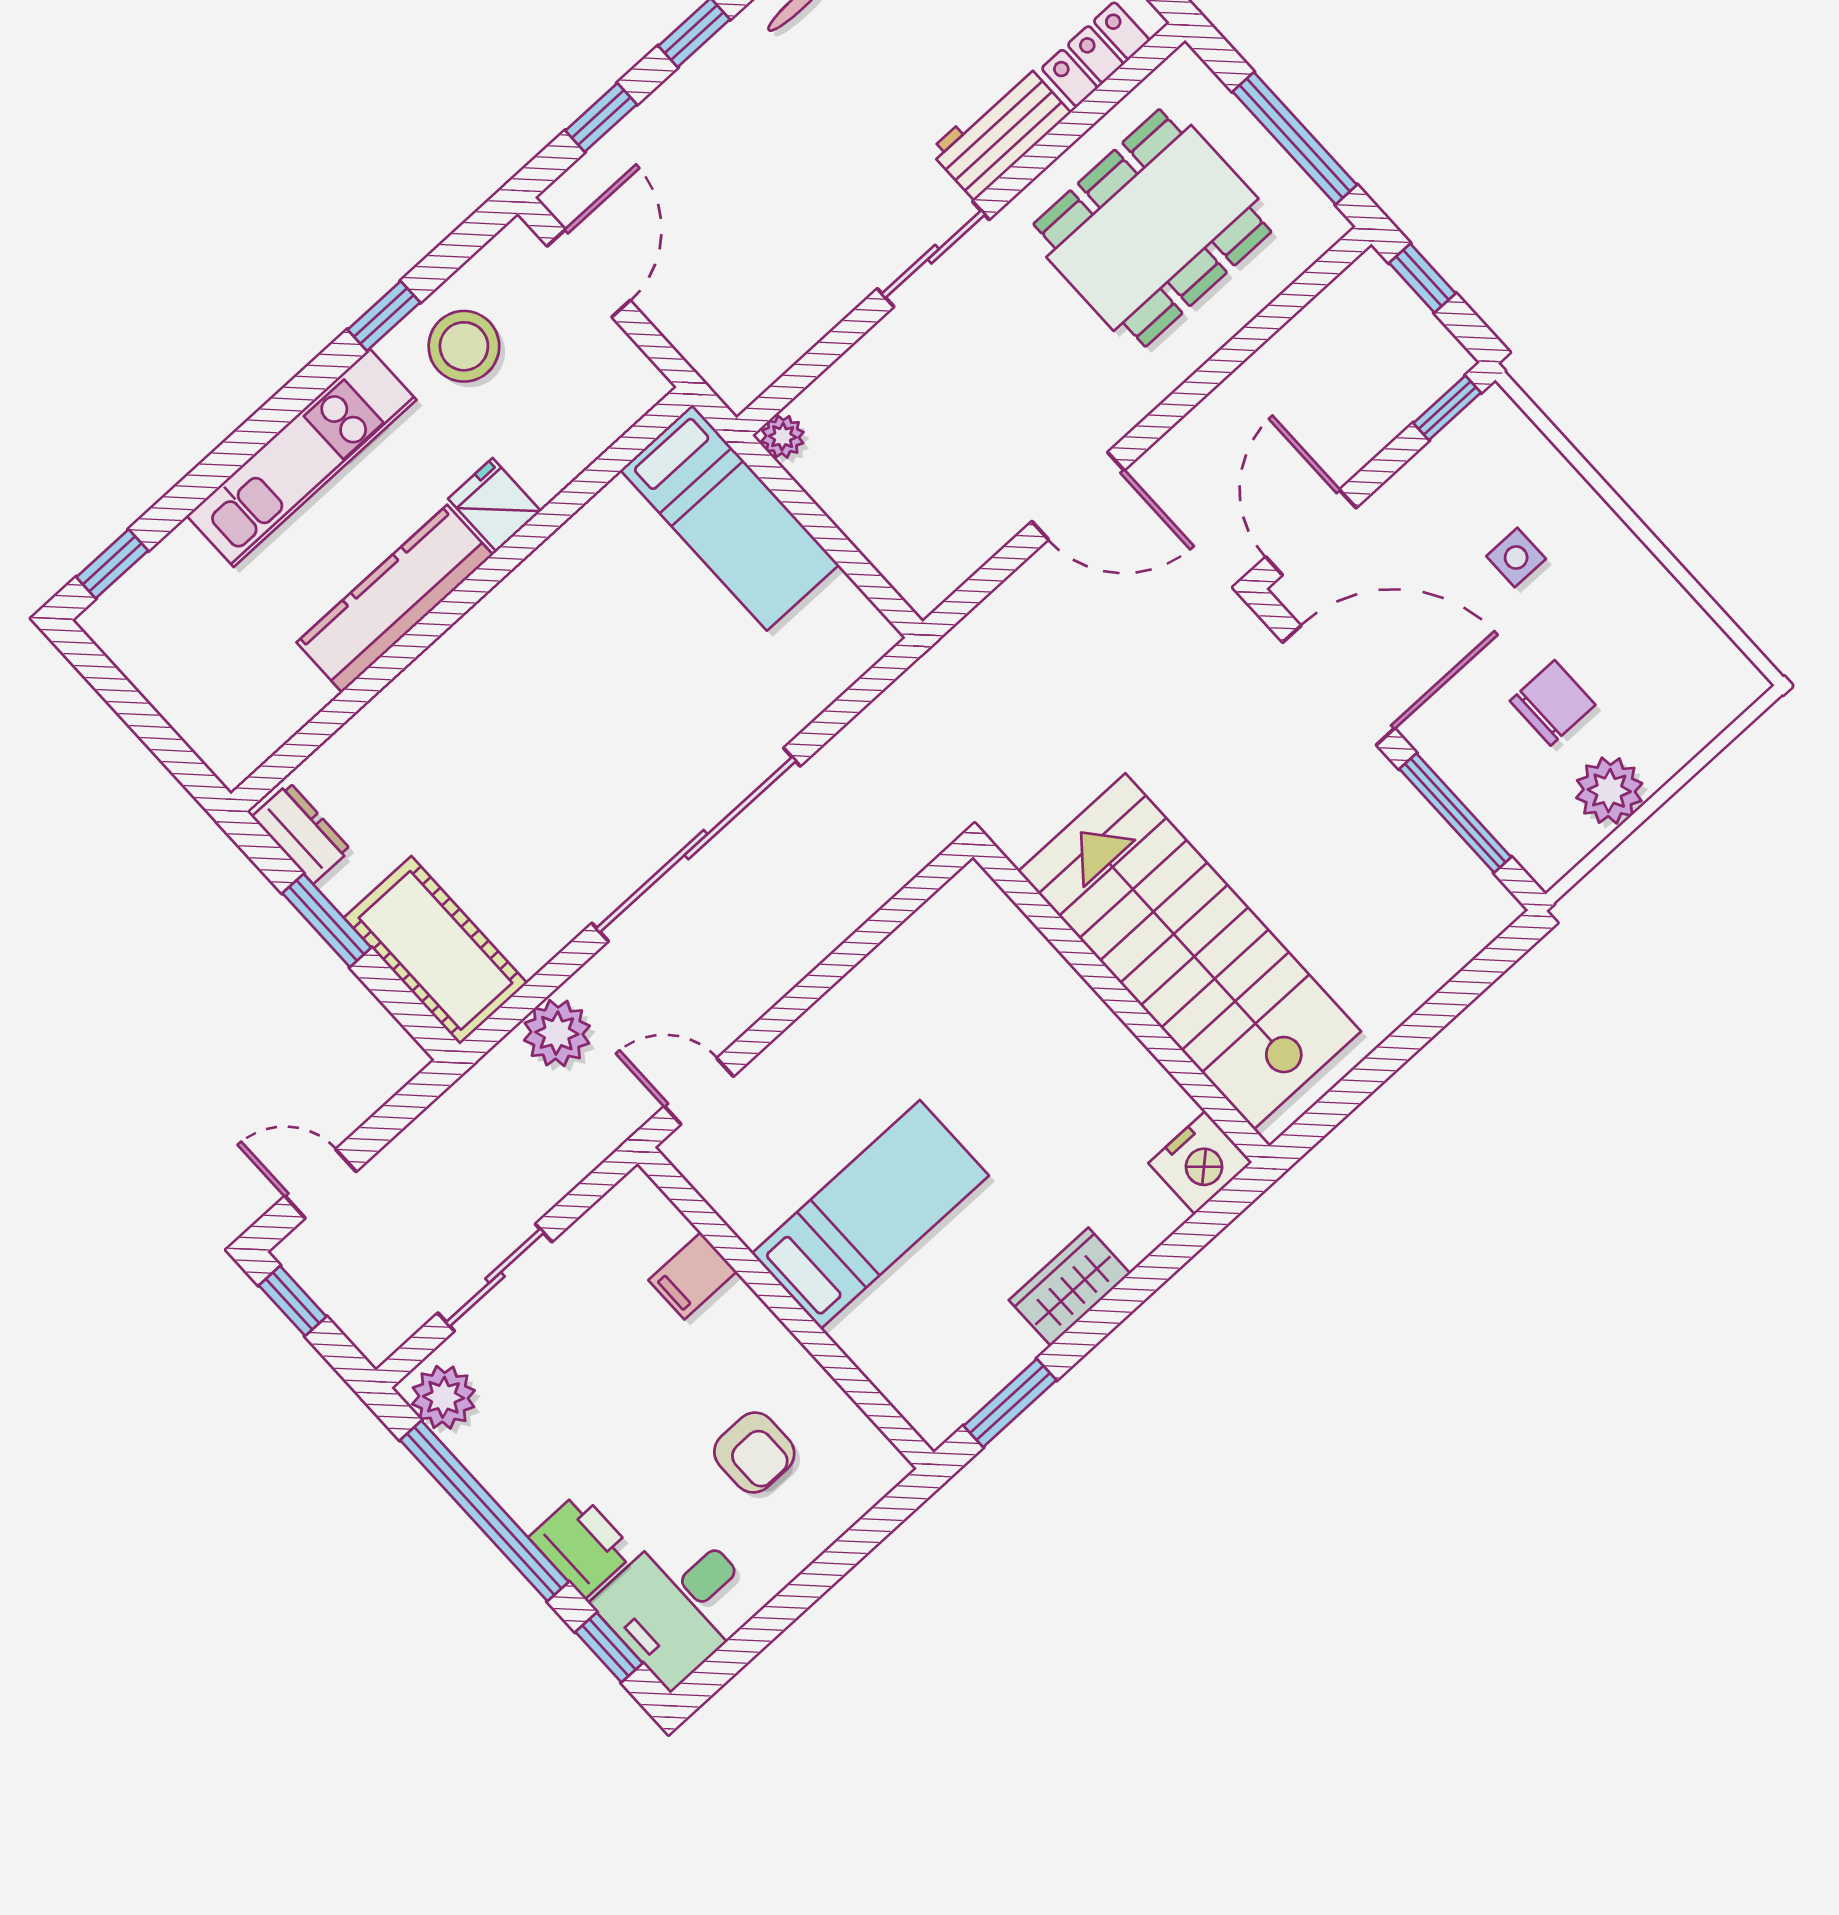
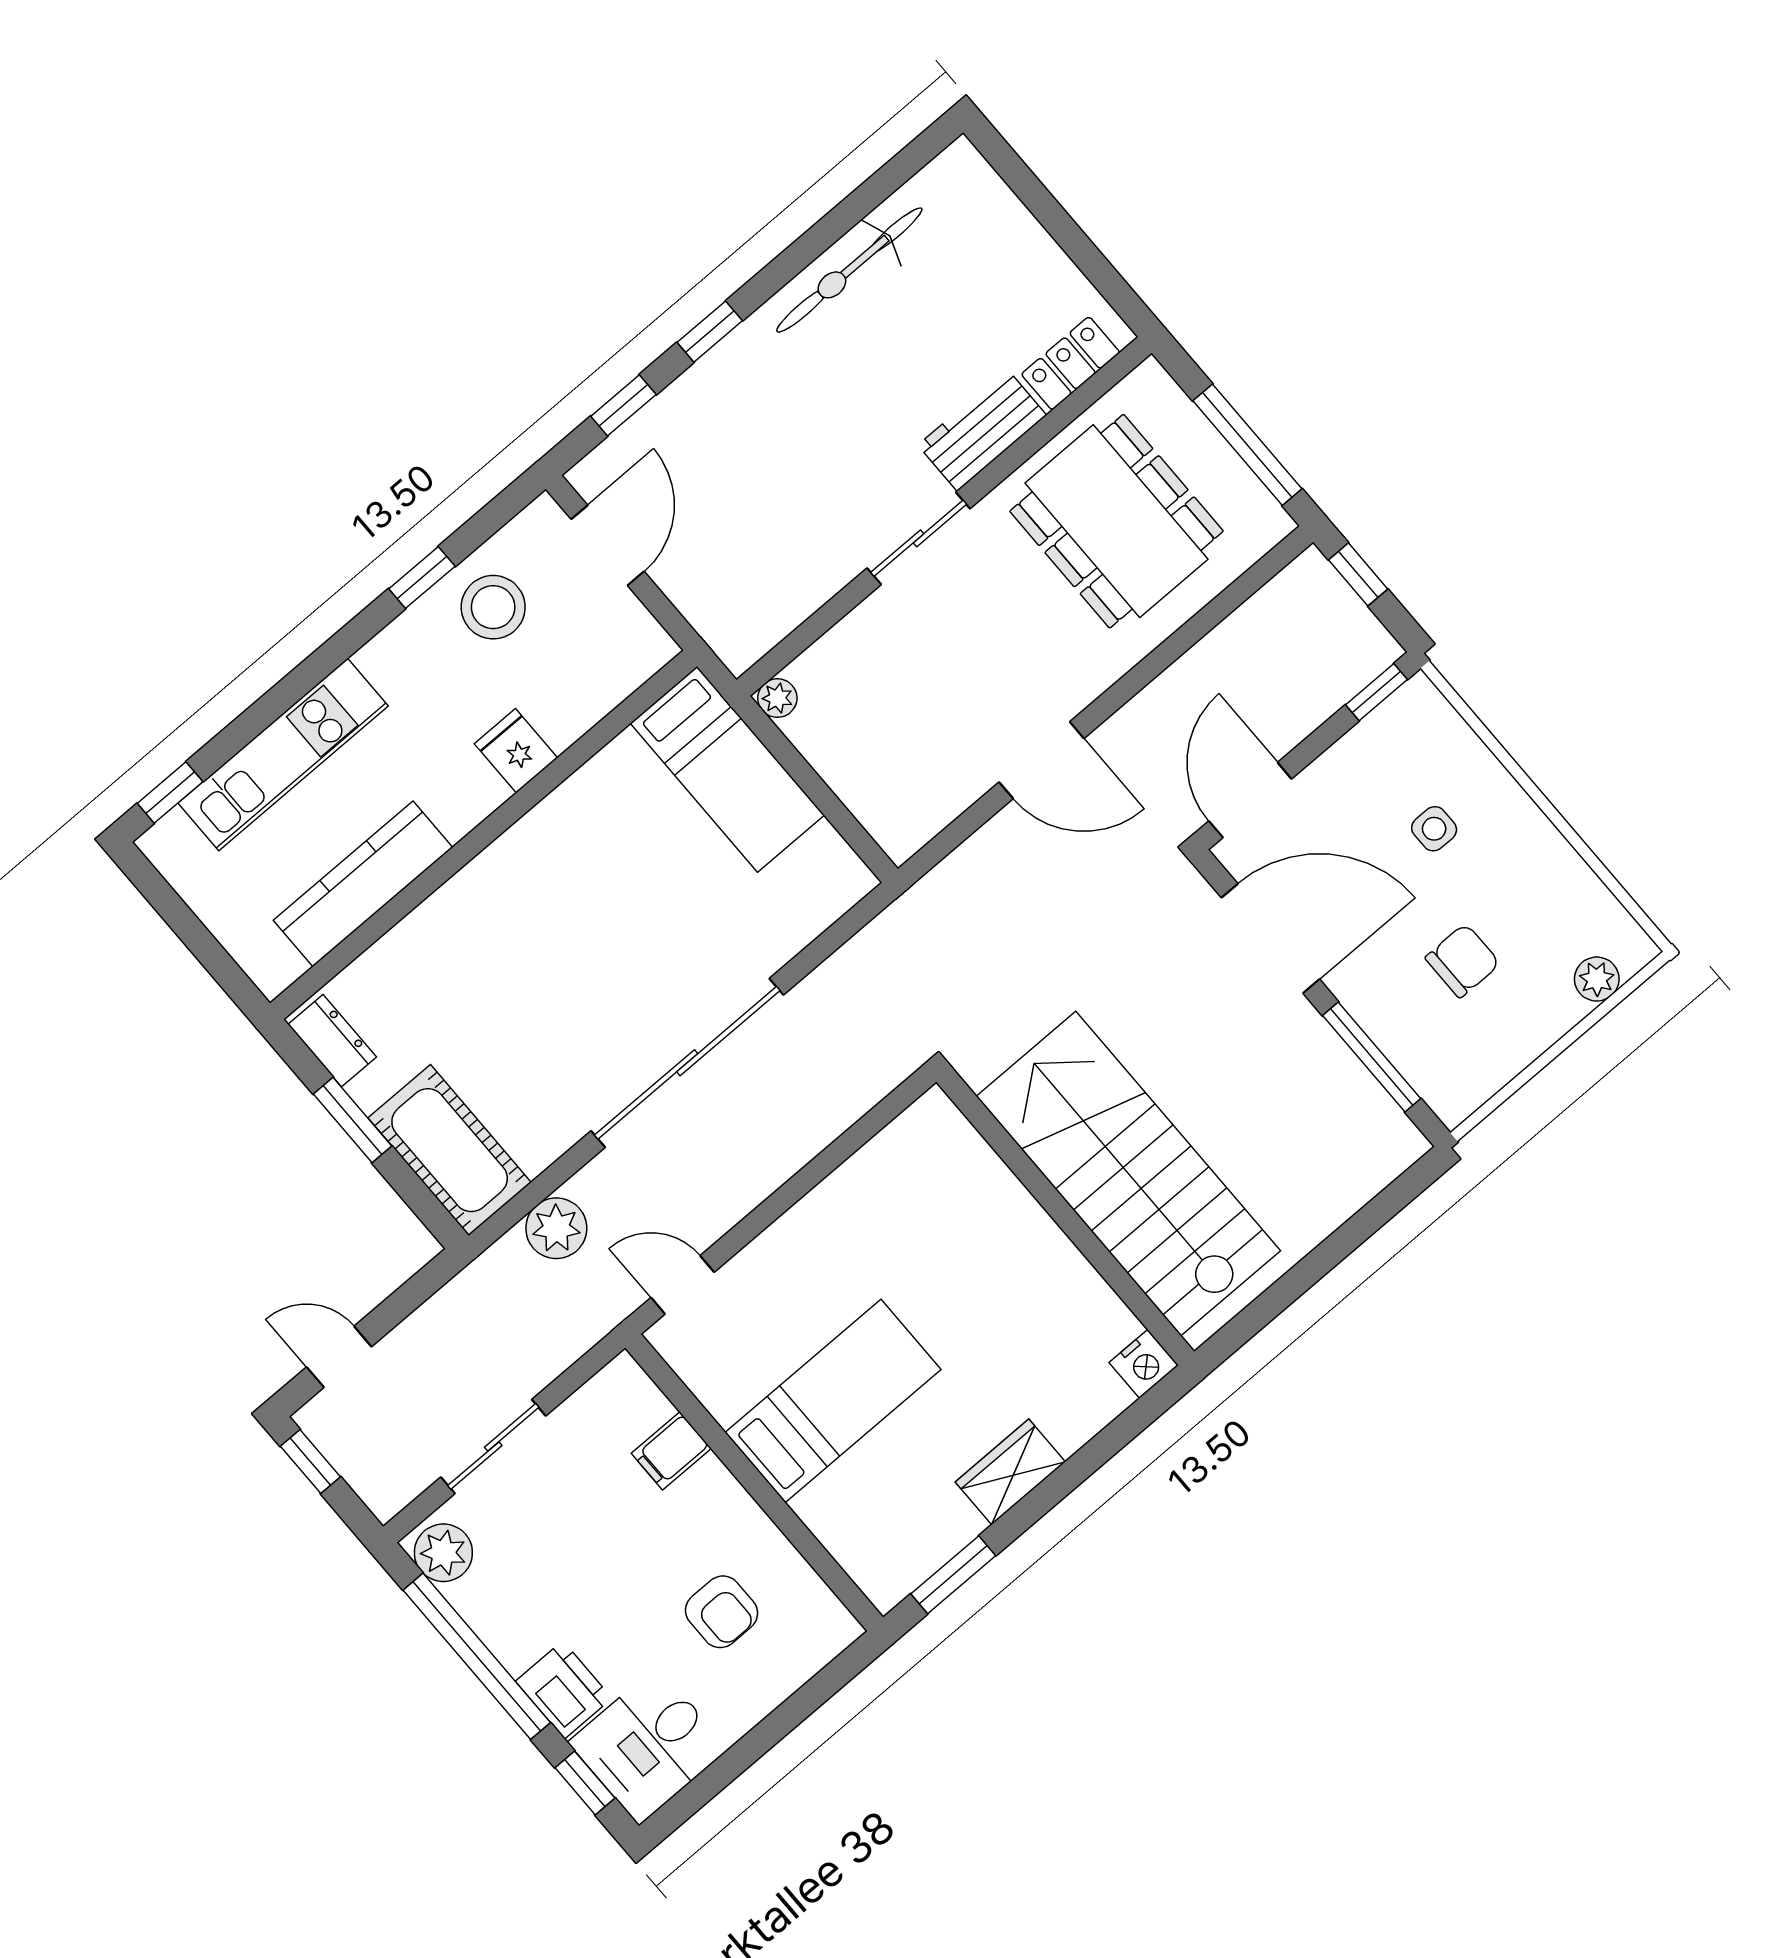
dining table: (1152, 228) -> (1116, 521), turned 90
kitchen unit: (302, 458) -> (283, 754), moved
kitchen counter: (395, 599) -> (363, 884), moved
plant: (1609, 791) -> (1597, 979), moved, width x0.73, depth x0.73
nightstand: (1200, 1163) -> (1144, 1364), width x0.74, depth x0.75

